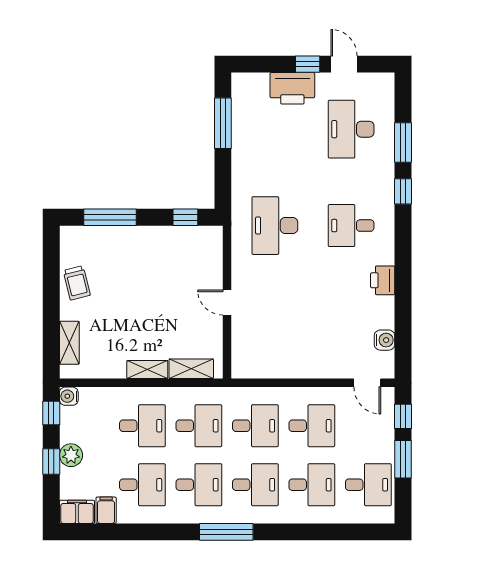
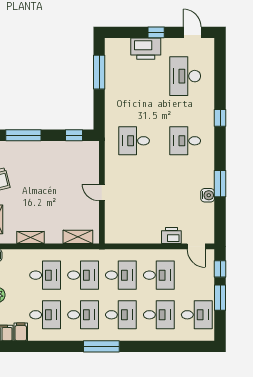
door: (344, 64) -> (192, 32), moved
window: (403, 142) -> (220, 184), moved
desk: (275, 226) -> (134, 141), width x0.73
printer: (383, 280) -> (171, 236), moved, turned 90
water cooler: (384, 340) -> (208, 195), moved
shelving: (147, 370) -> (31, 237), moved

